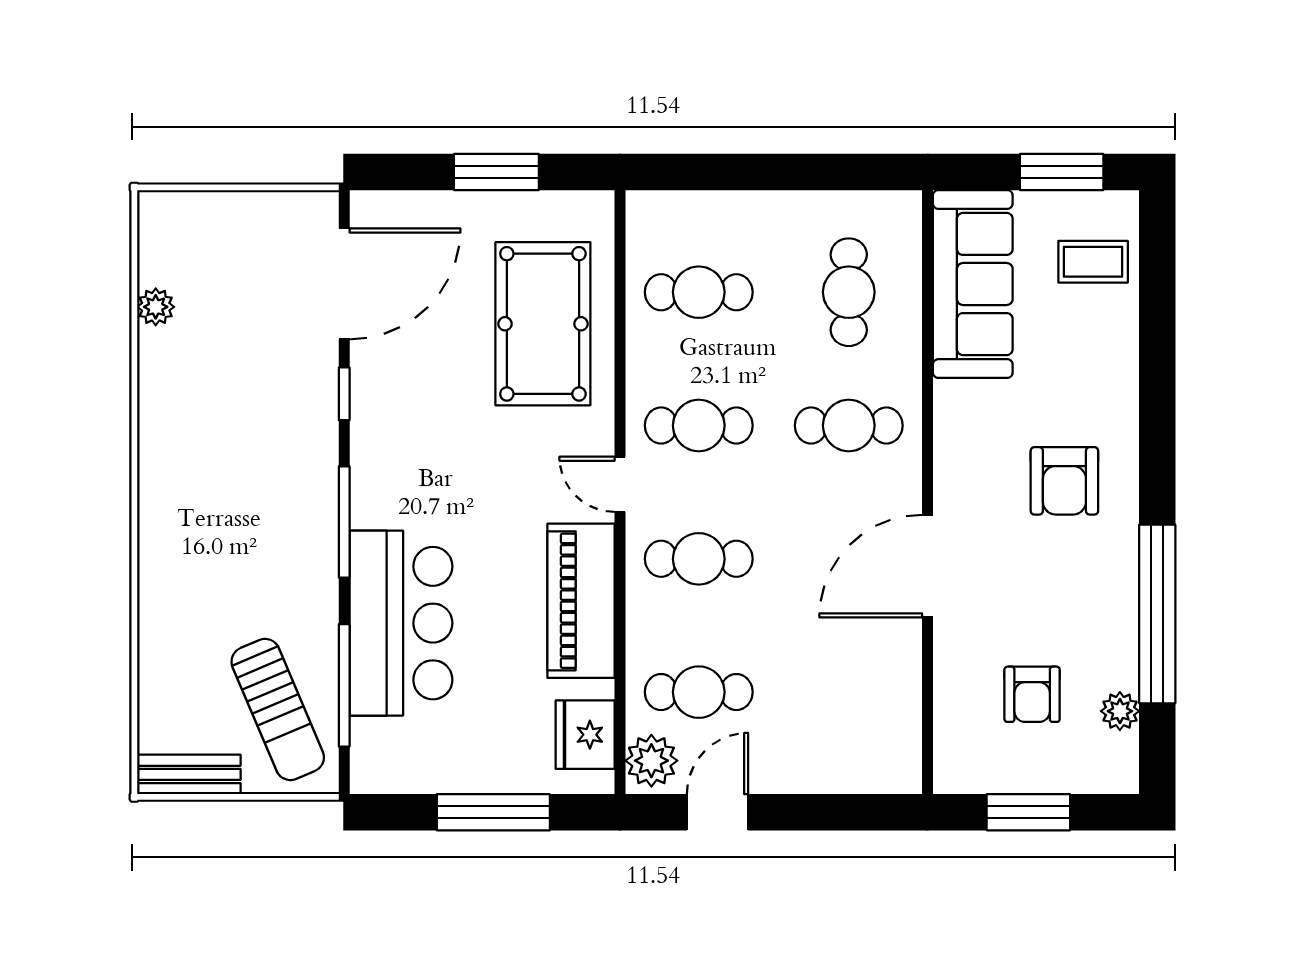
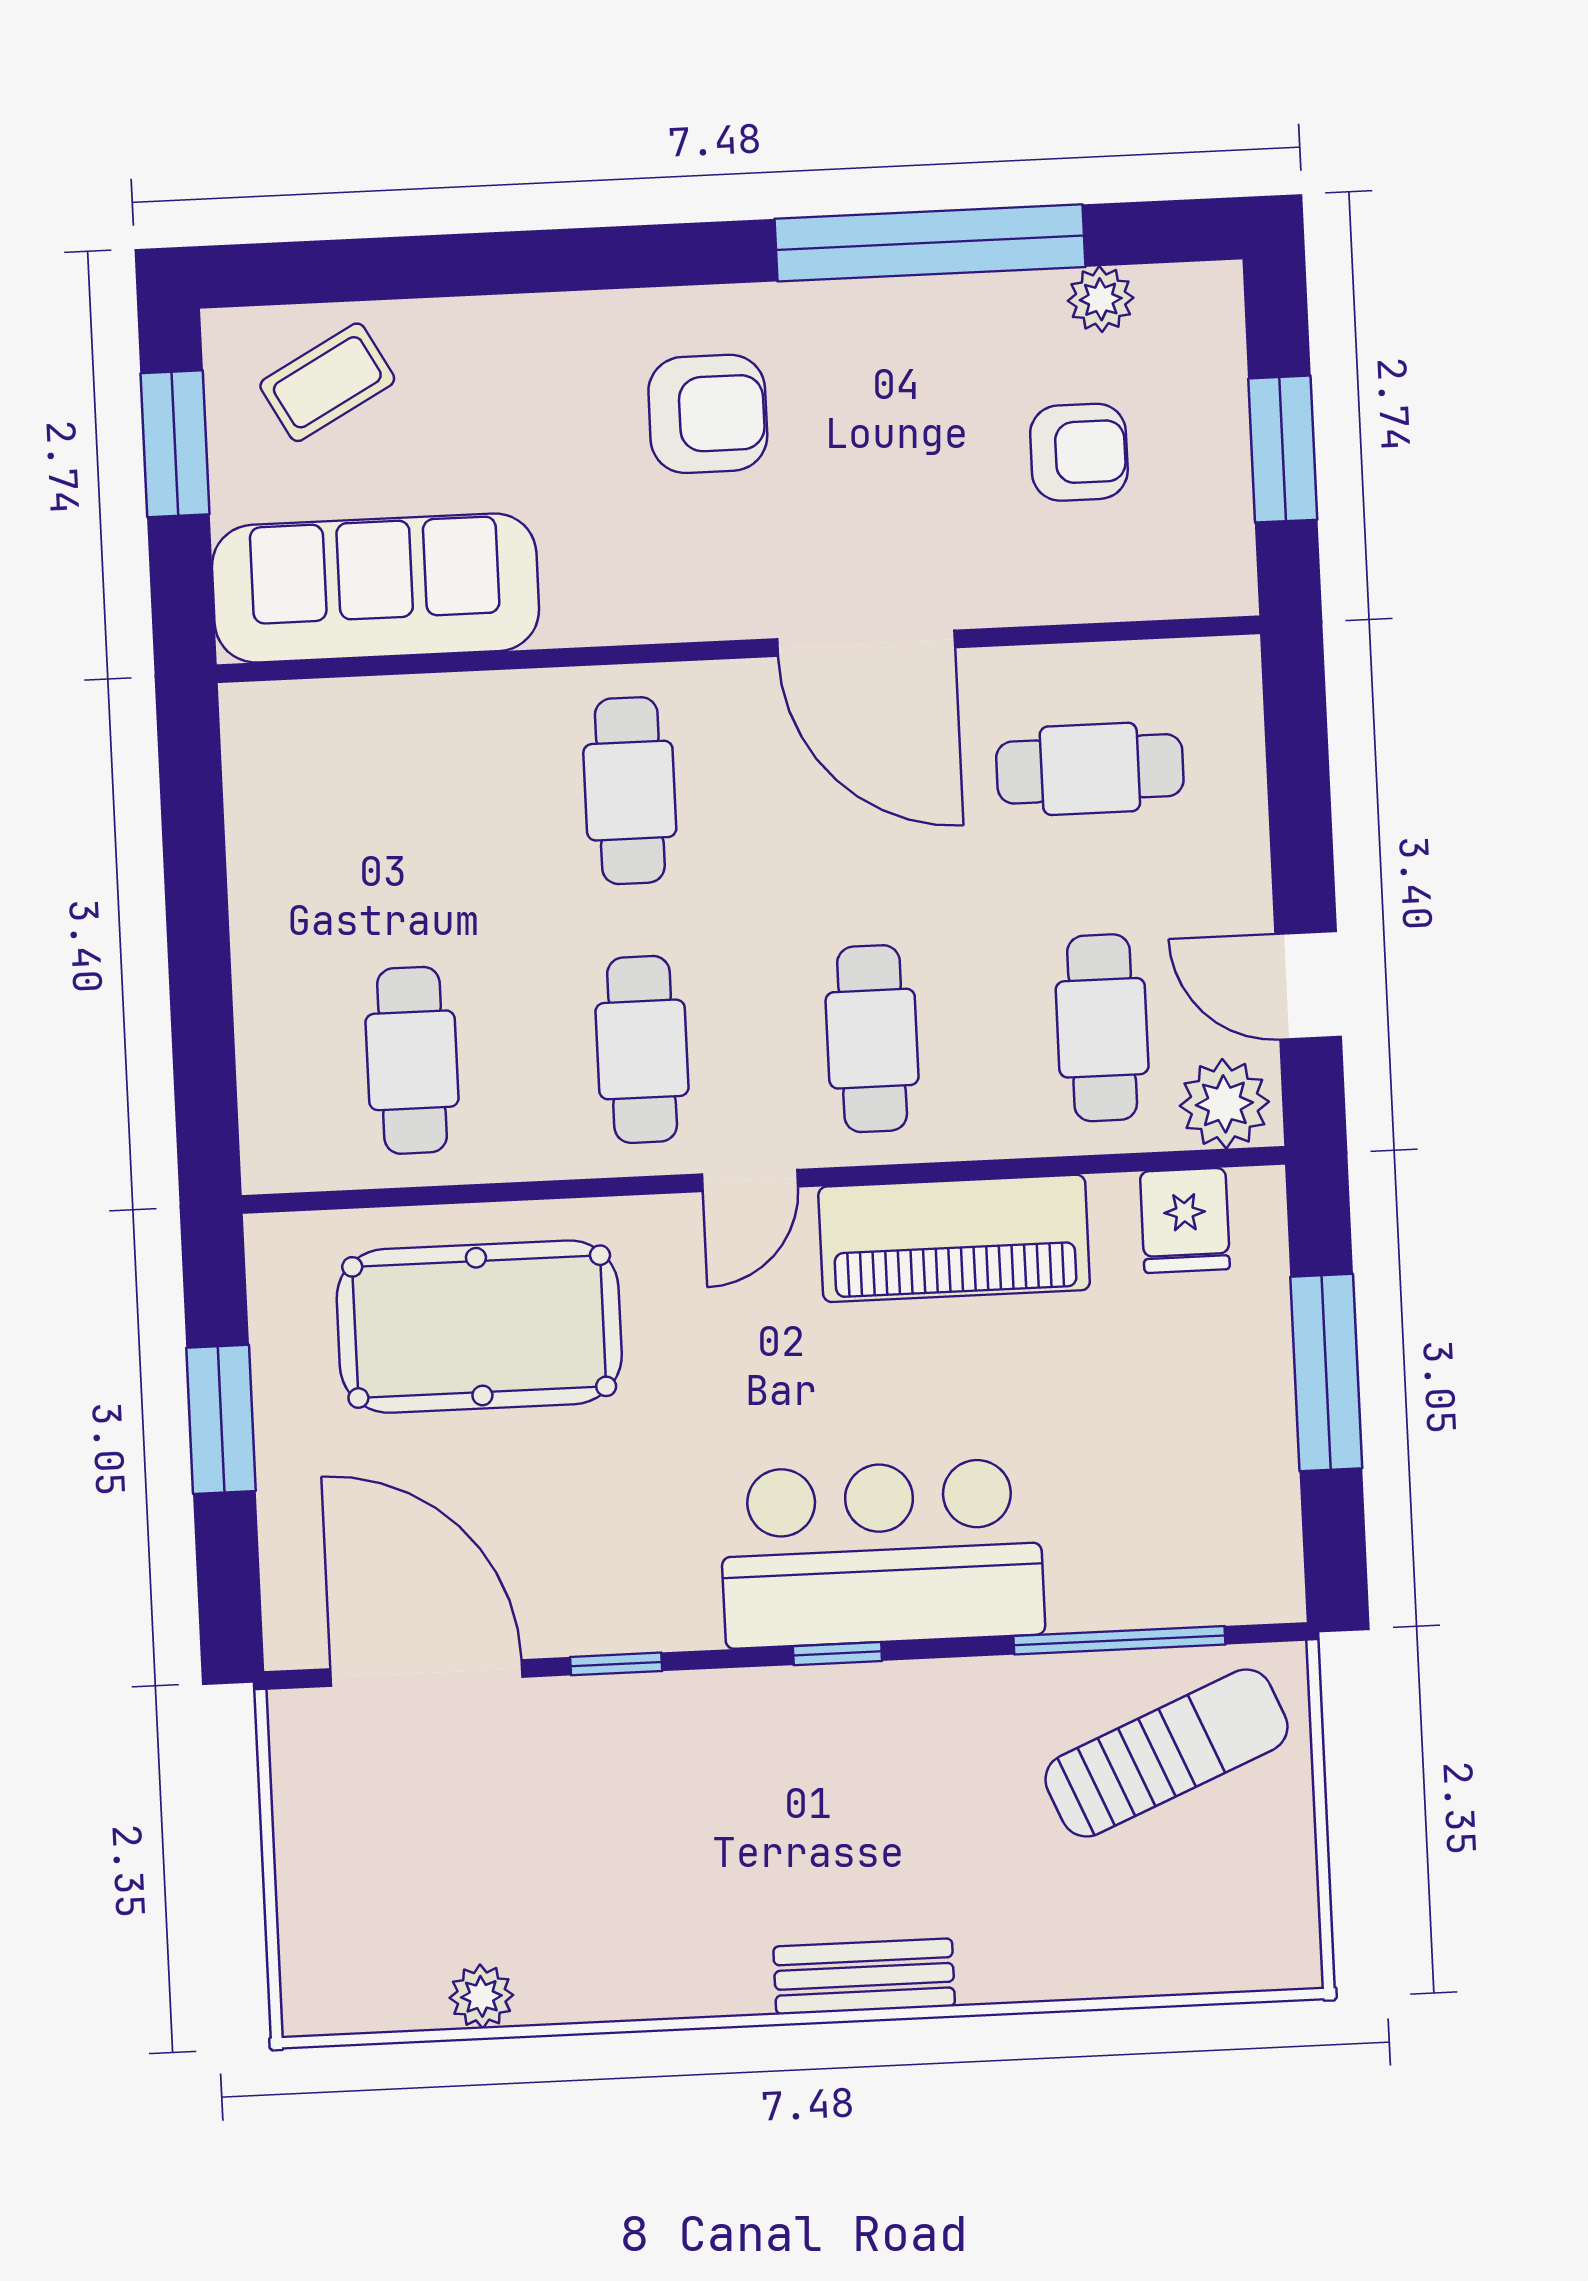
coffee table: (1093, 262) -> (327, 382), turned 61
cafe table: (849, 292) -> (1090, 769), moved
window: (344, 522) -> (837, 1654), width x0.46
bar counter: (401, 623) -> (882, 1553), moved
fridge: (585, 735) -> (1185, 1220), width x0.72
bench: (189, 774) -> (864, 1976), moved, turned 90

